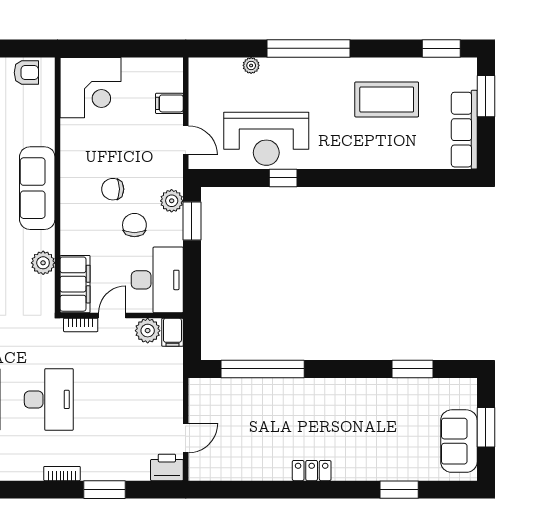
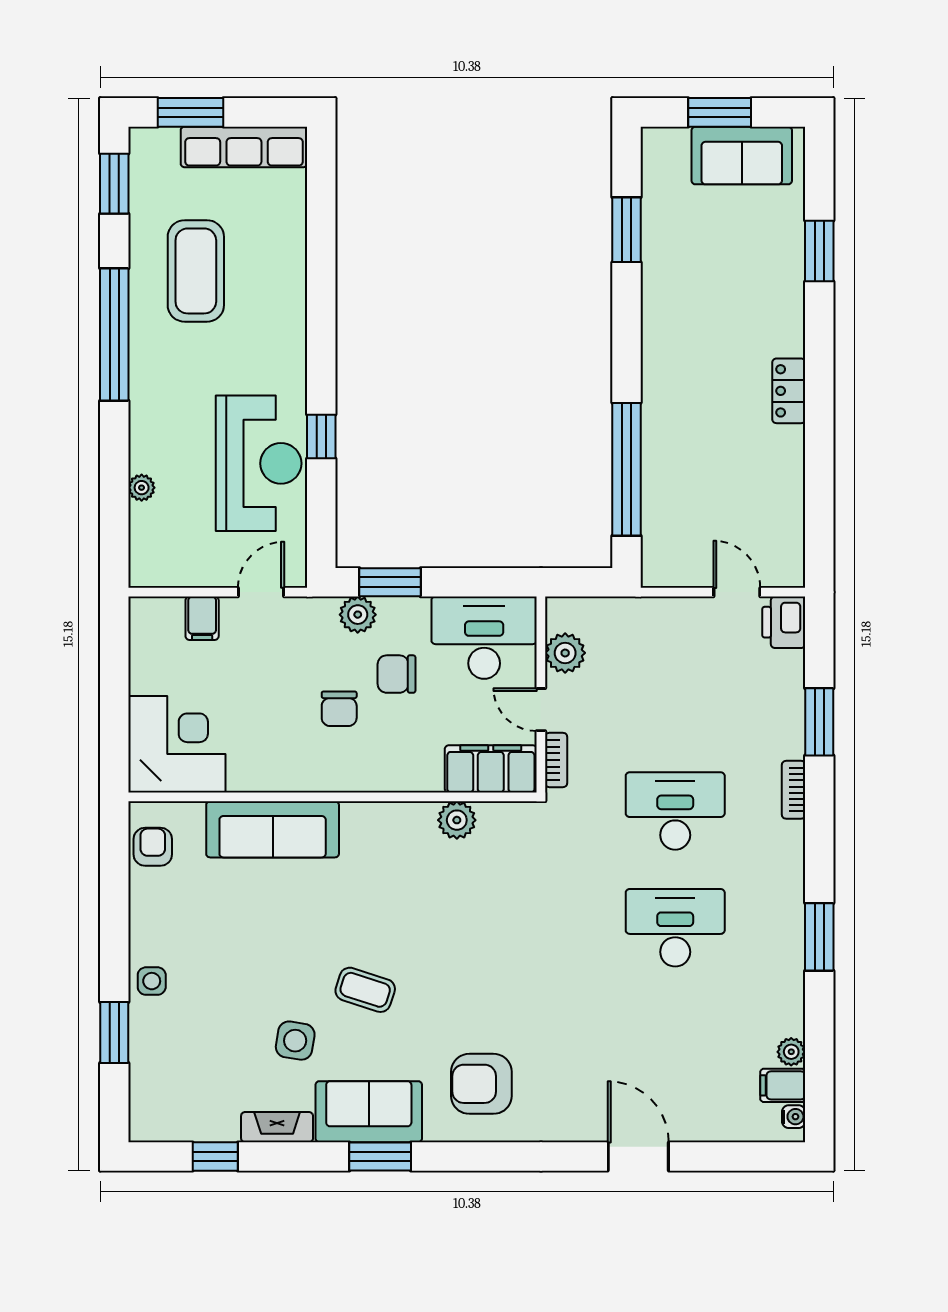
window: (309, 48) -> (114, 335), moved
sofa: (37, 188) -> (273, 829), moved
filing cabinet: (172, 332) -> (568, 613), removed

